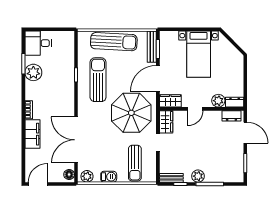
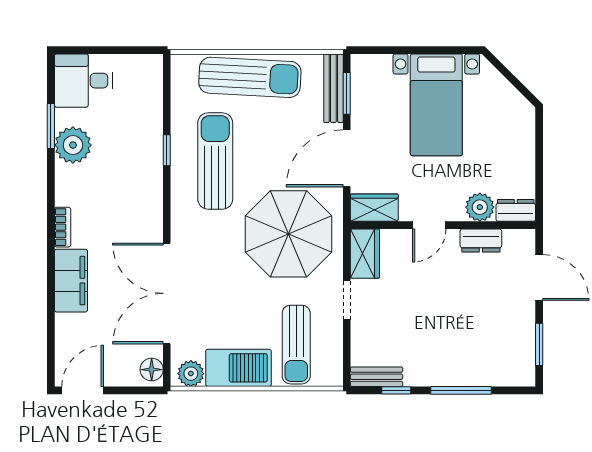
dresser: (231, 116) -> (481, 240), moved
plant: (198, 176) -> (435, 373), removed
barbecue: (109, 177) -> (239, 368), width x1.88, depth x1.53

